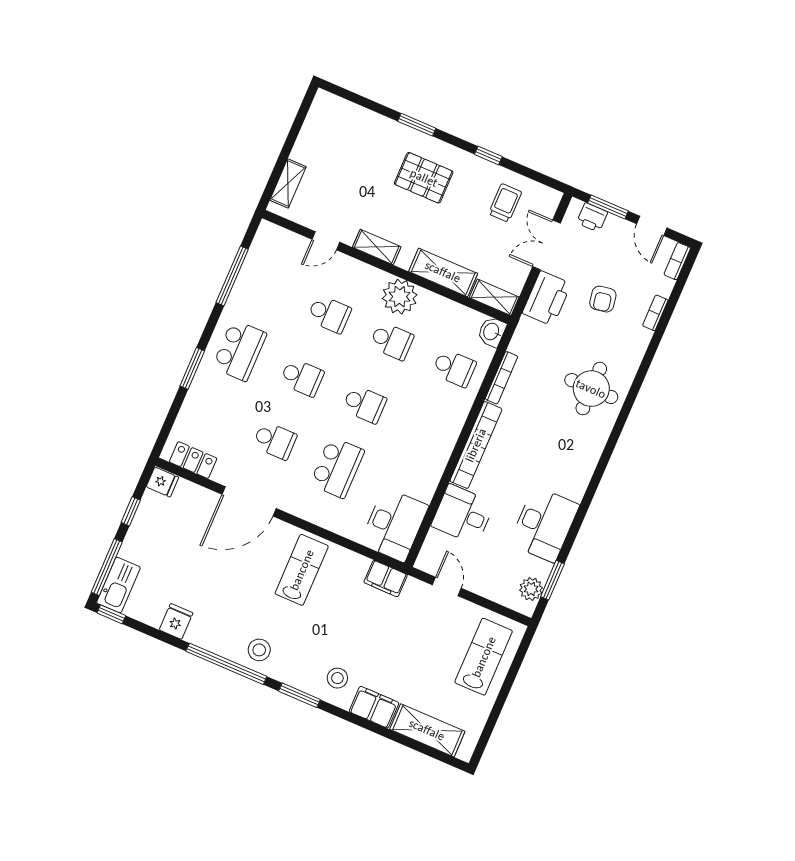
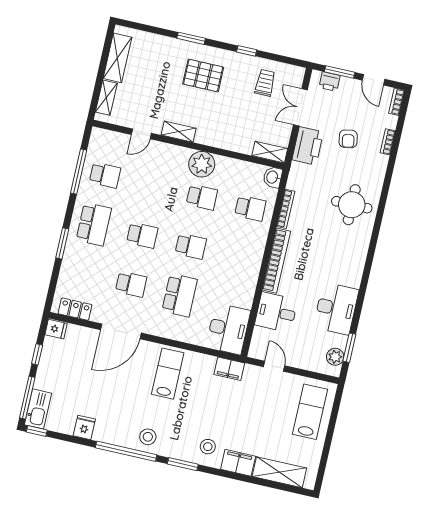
shelving: (443, 272) -> (117, 58), moved, turned 90
school desk: (329, 314) -> (105, 175), moved

